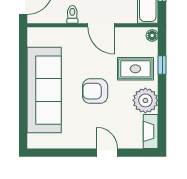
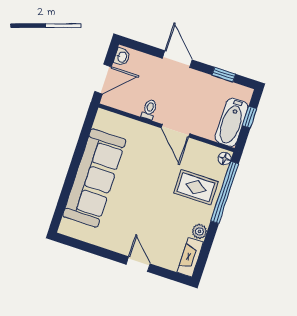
window: (162, 65) -> (225, 192), width x3.17
armchair: (95, 91) -> (147, 196), removed
plant: (145, 100) -> (199, 231), width x0.53, depth x0.53

